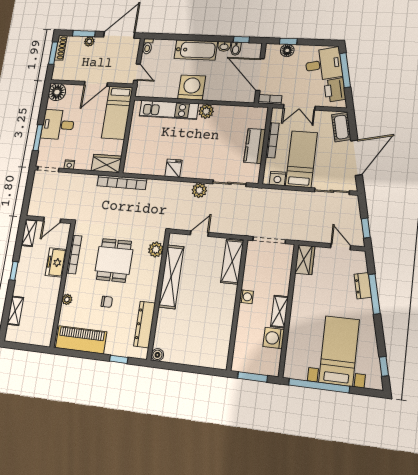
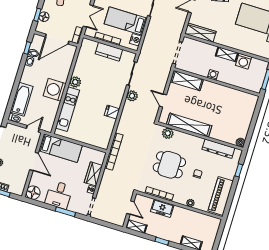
bathtub: (196, 50) -> (22, 99), moved
wardrobe: (107, 164) -> (93, 174), moved
wardrobe: (305, 260) -> (200, 33), width x1.50

